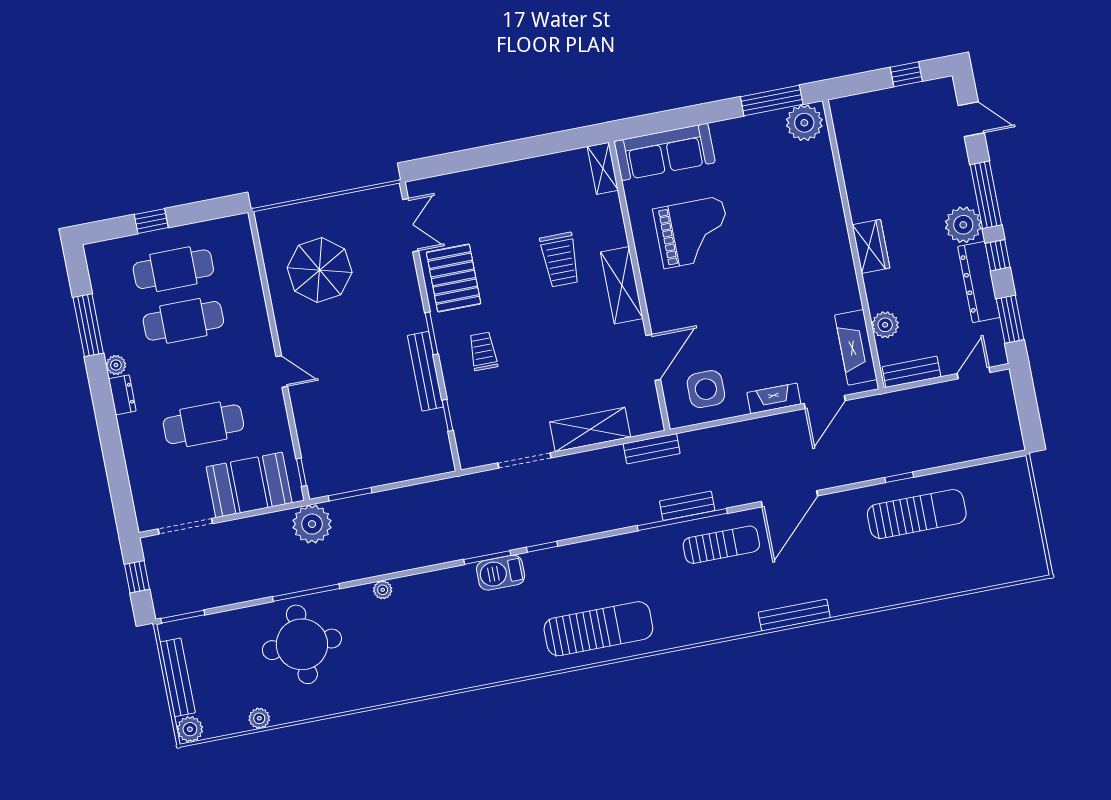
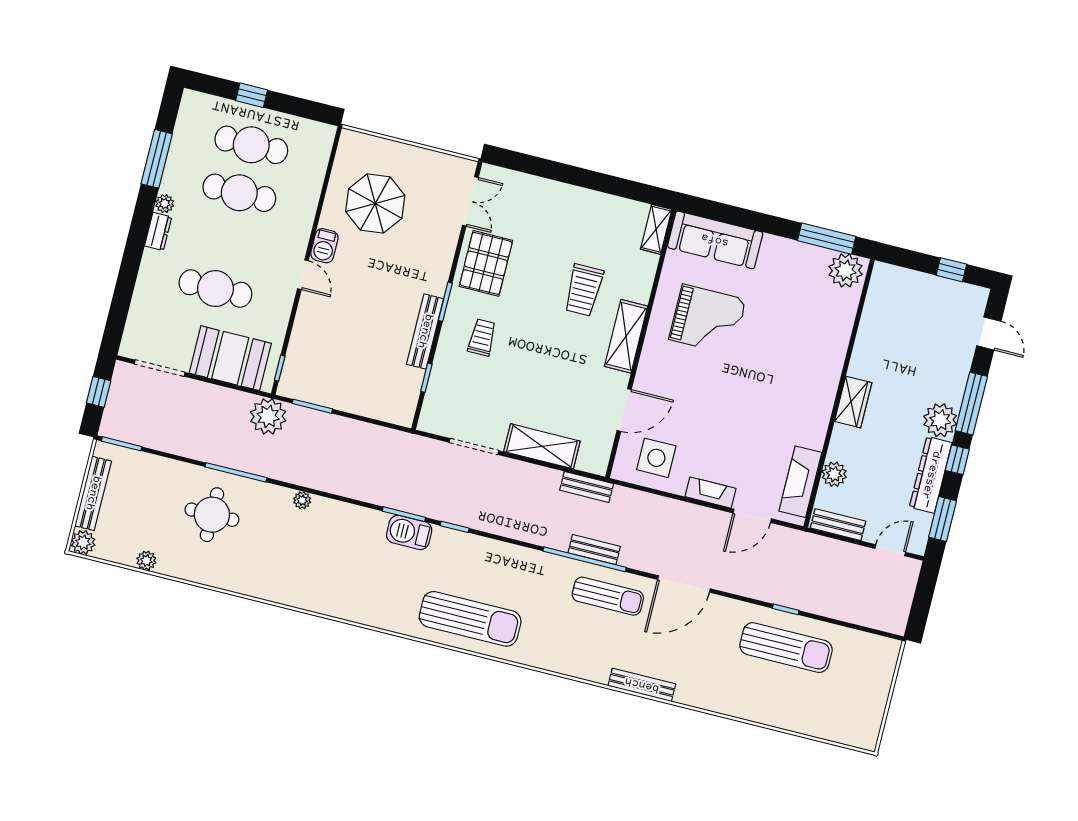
barbecue: (289, 334) -> (324, 246), added
round table: (302, 644) -> (212, 515), width x0.73, depth x0.73

